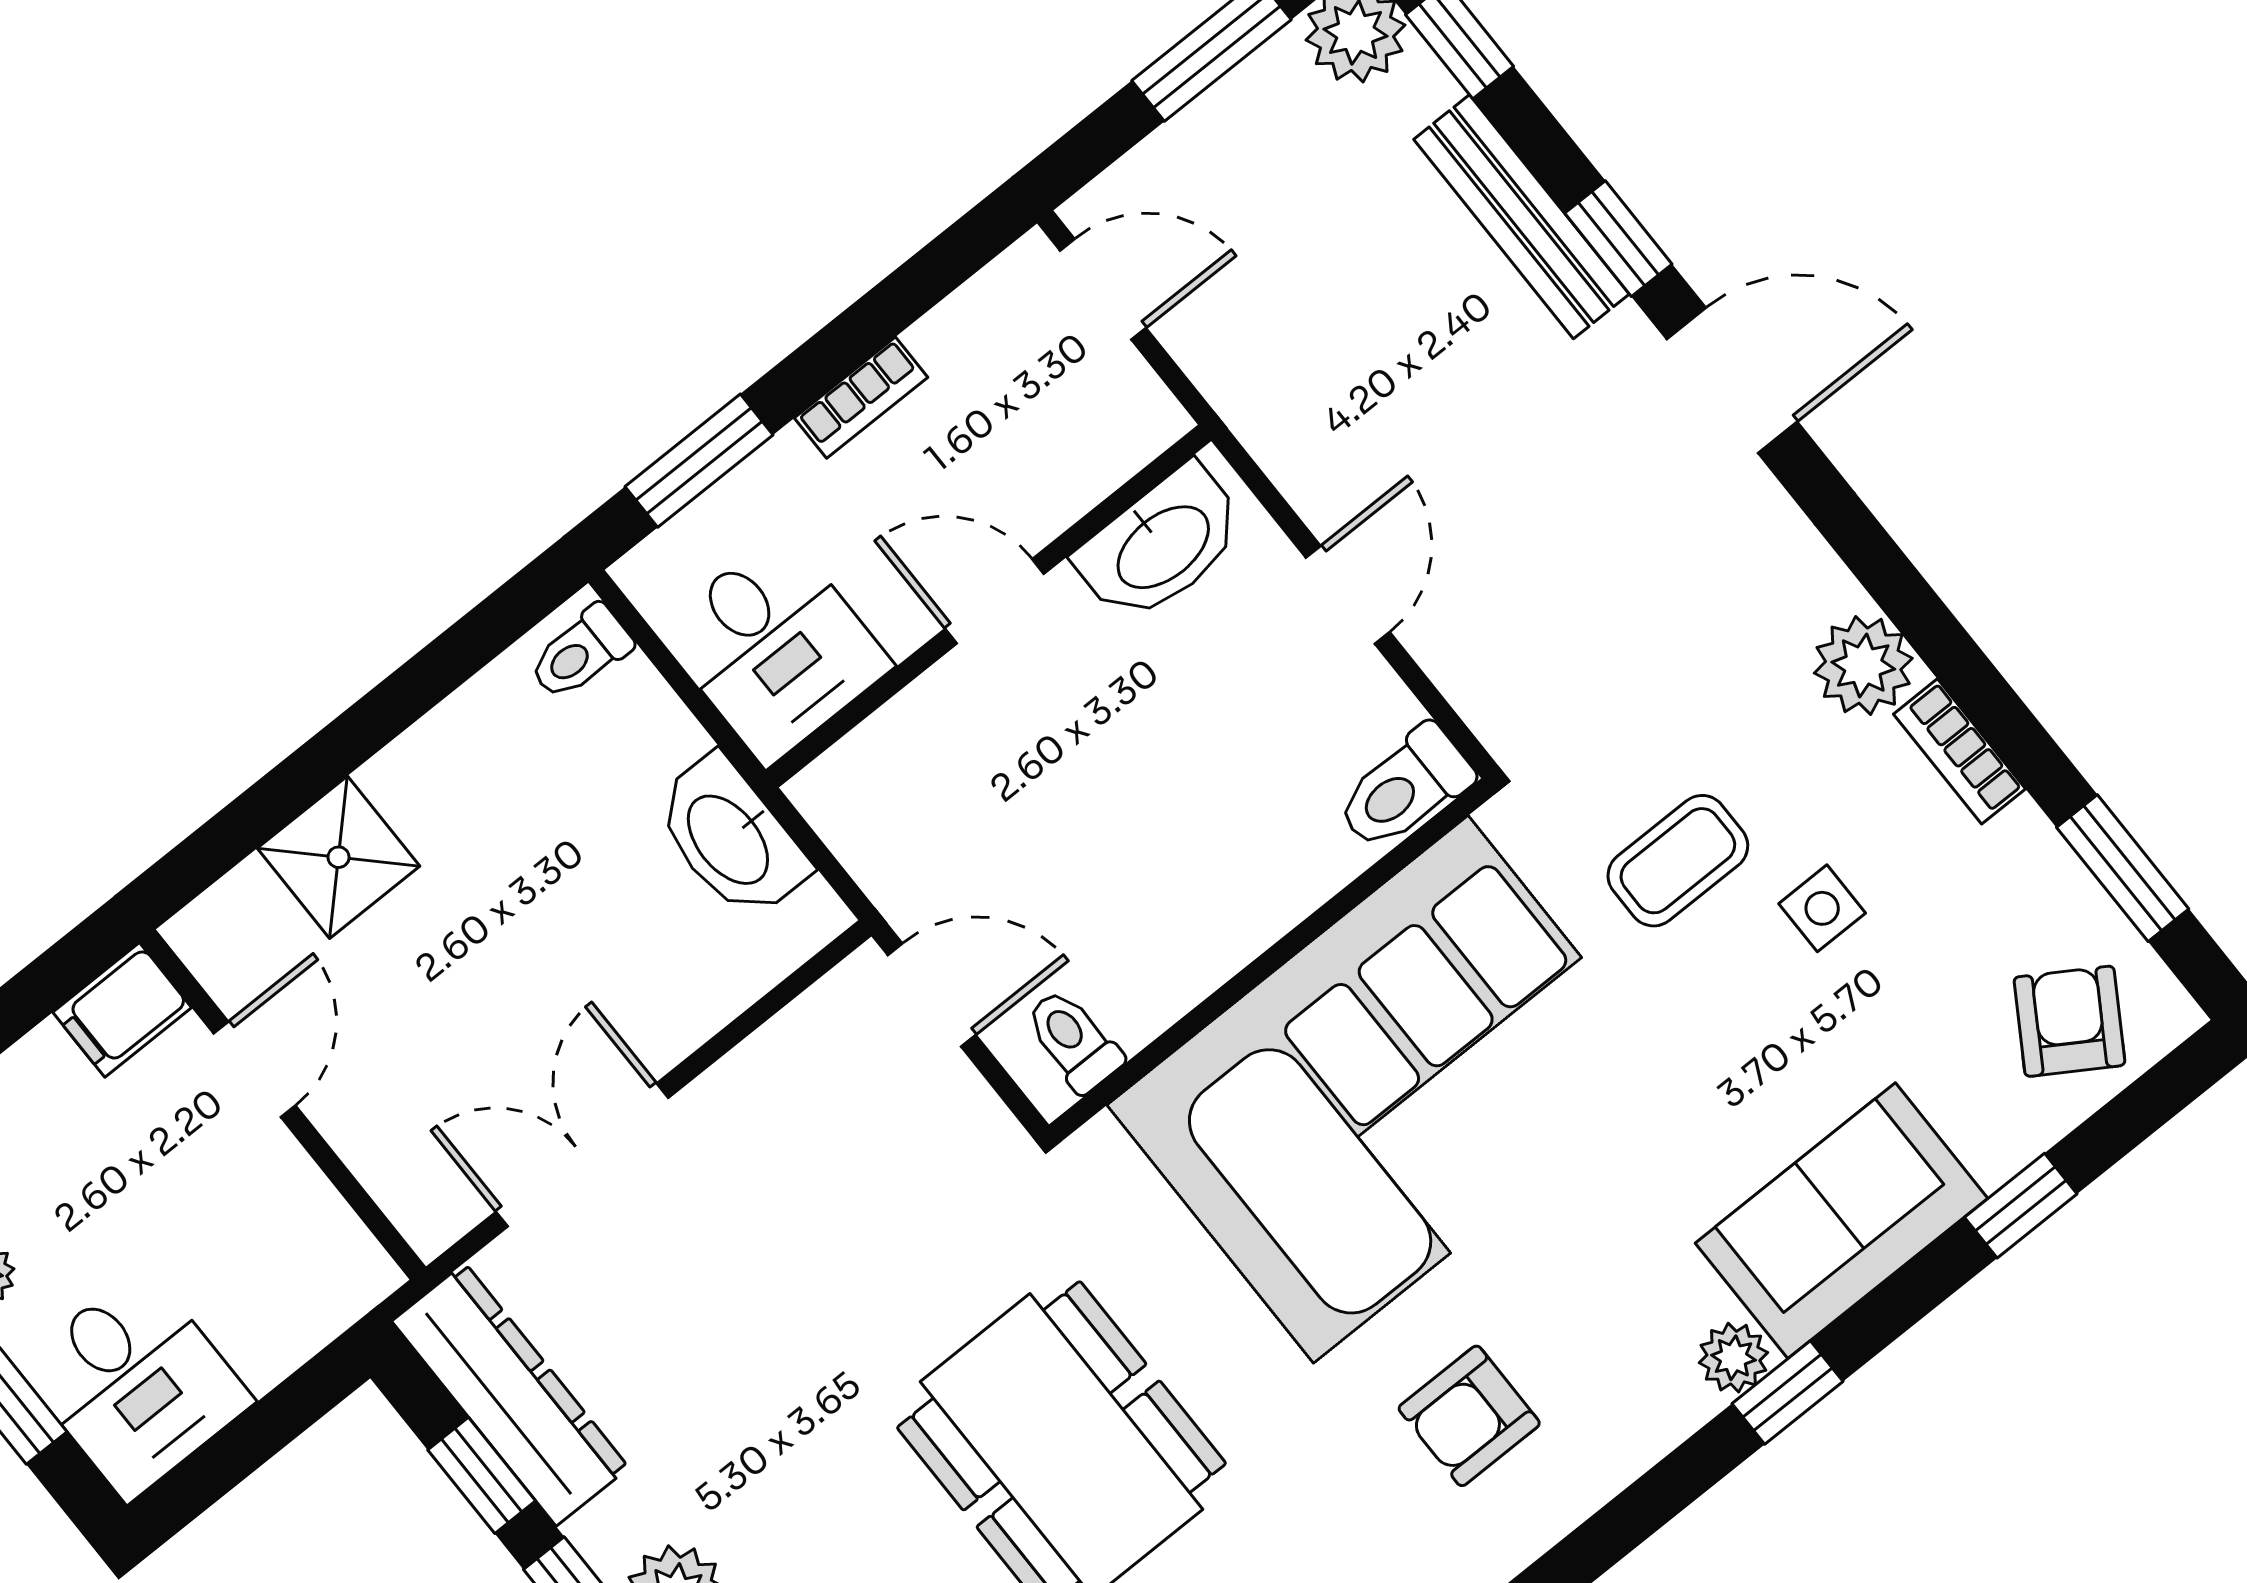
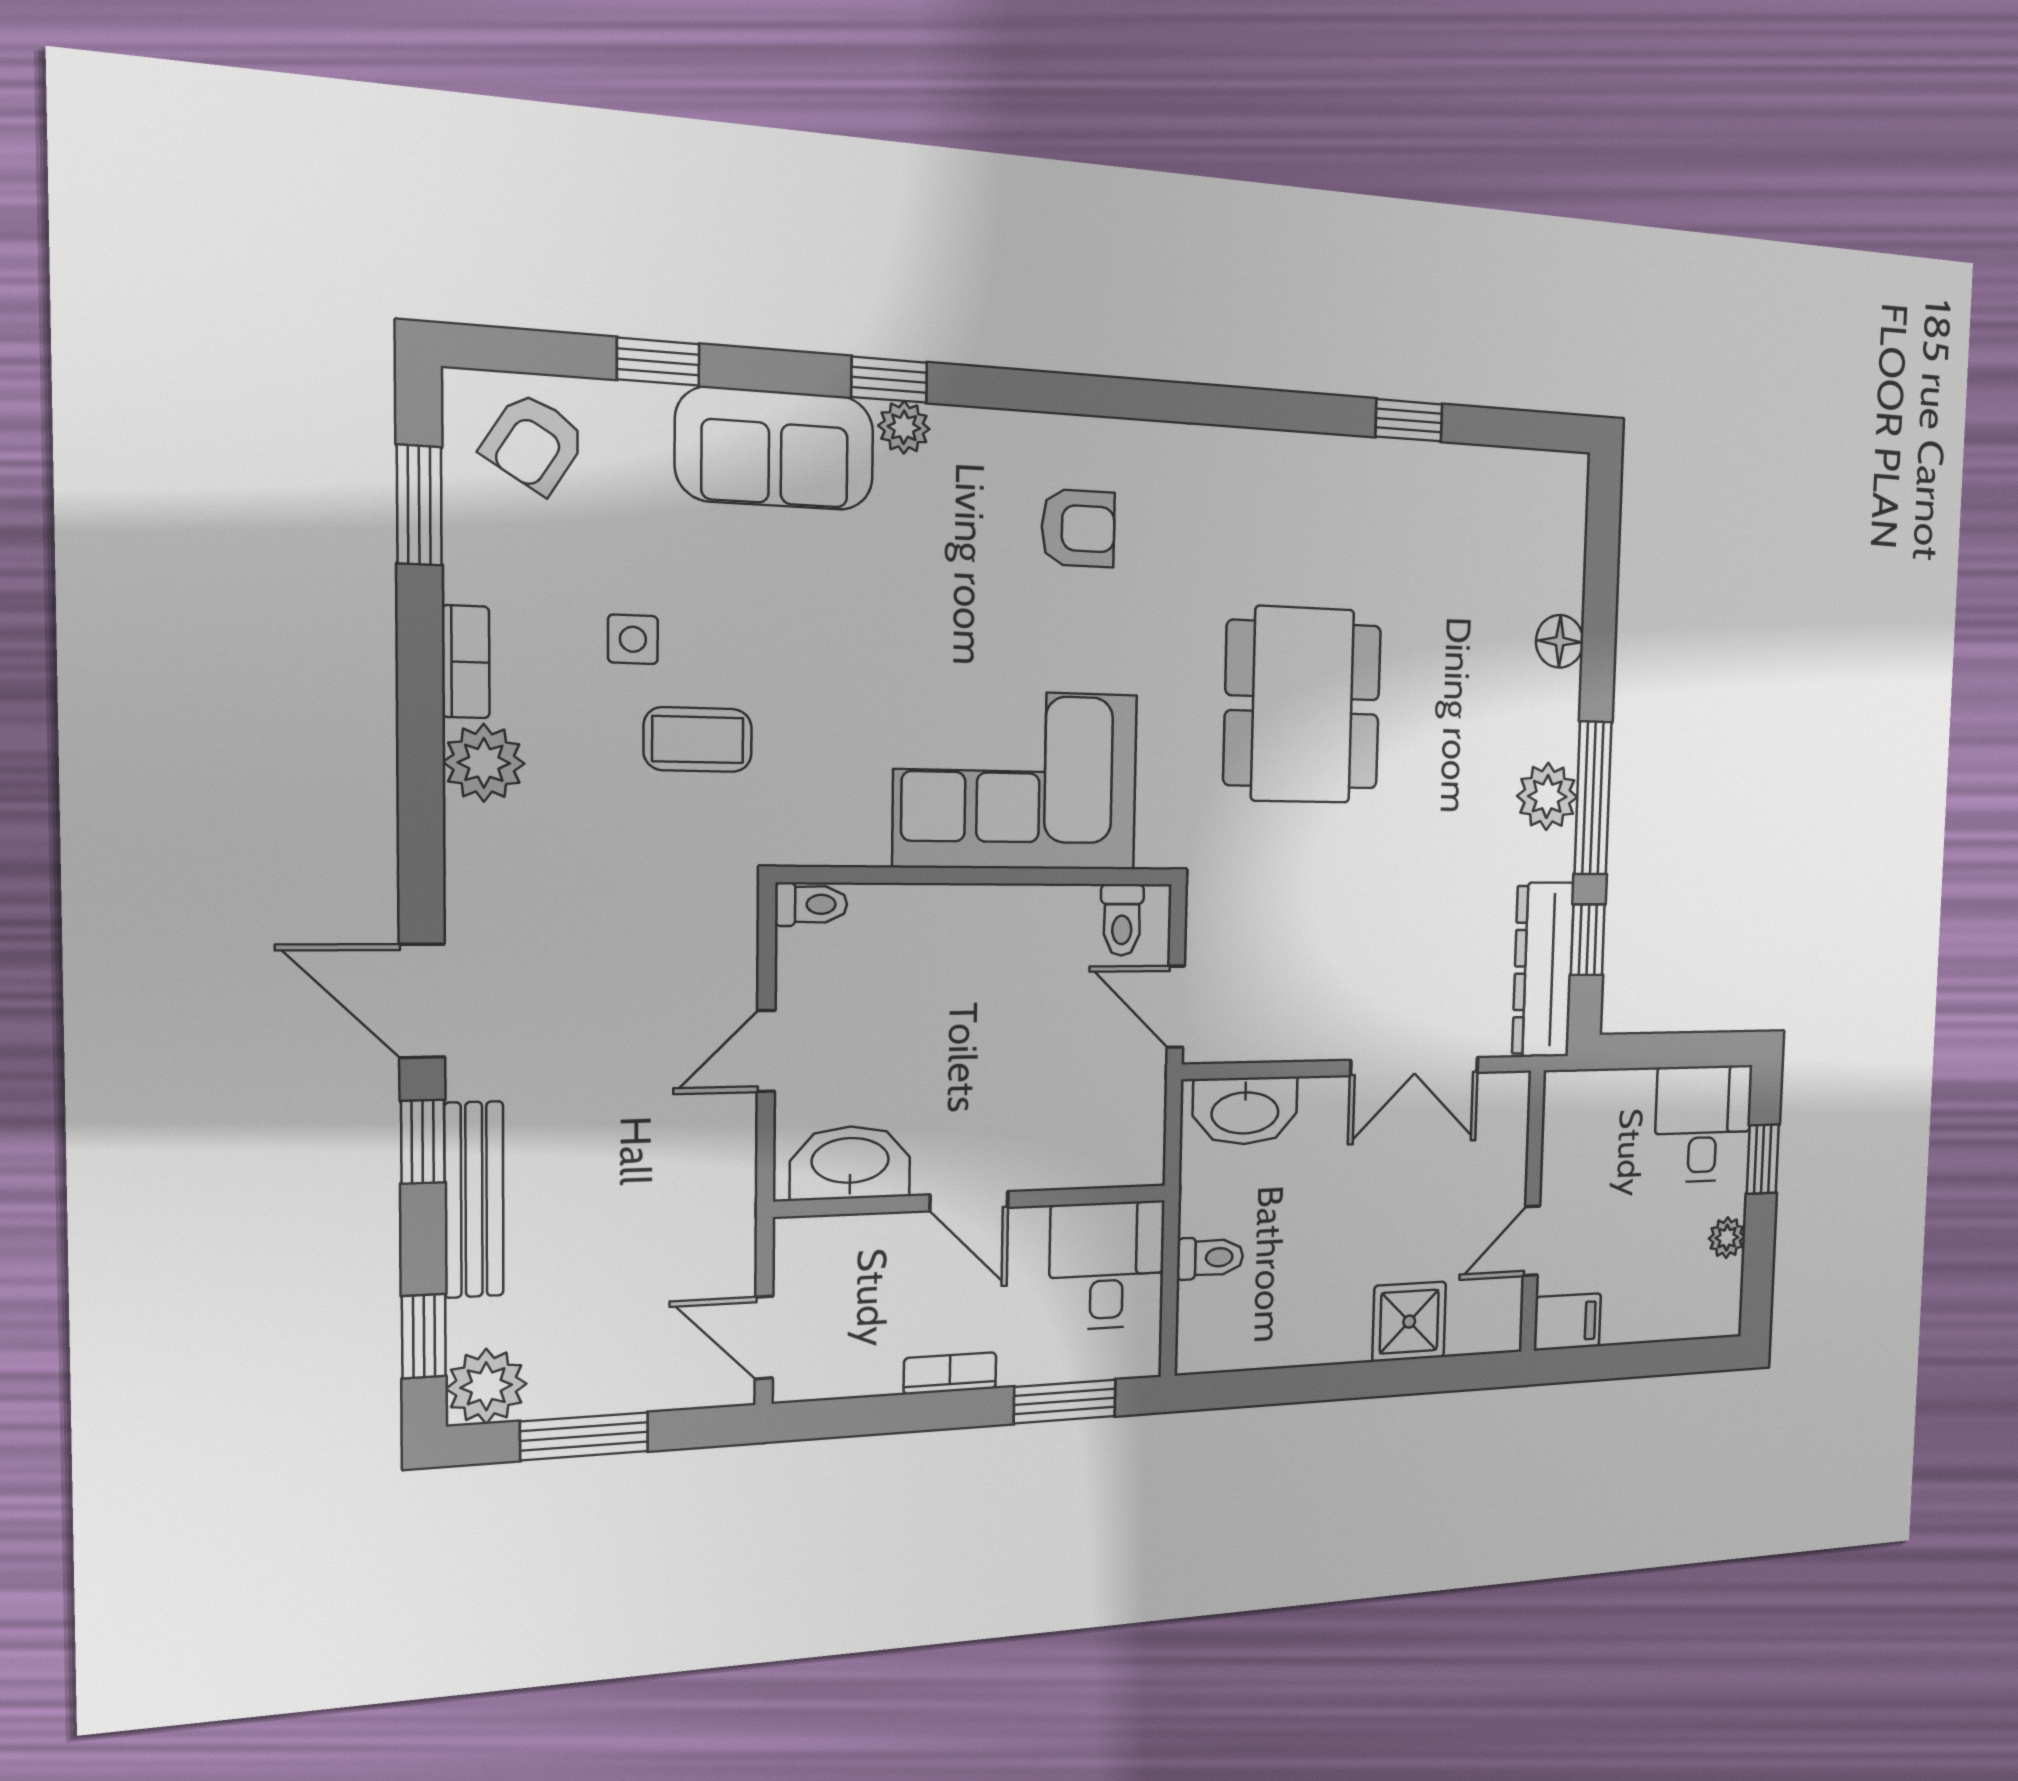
toilet: (580, 653) -> (1210, 1258), moved
toilet: (1404, 788) -> (811, 904), width x0.73, depth x0.72
washbasin: (730, 838) -> (1245, 1111), moved, turned 90
corner sofa: (1391, 1089) -> (1016, 780), width x0.73, depth x0.74

